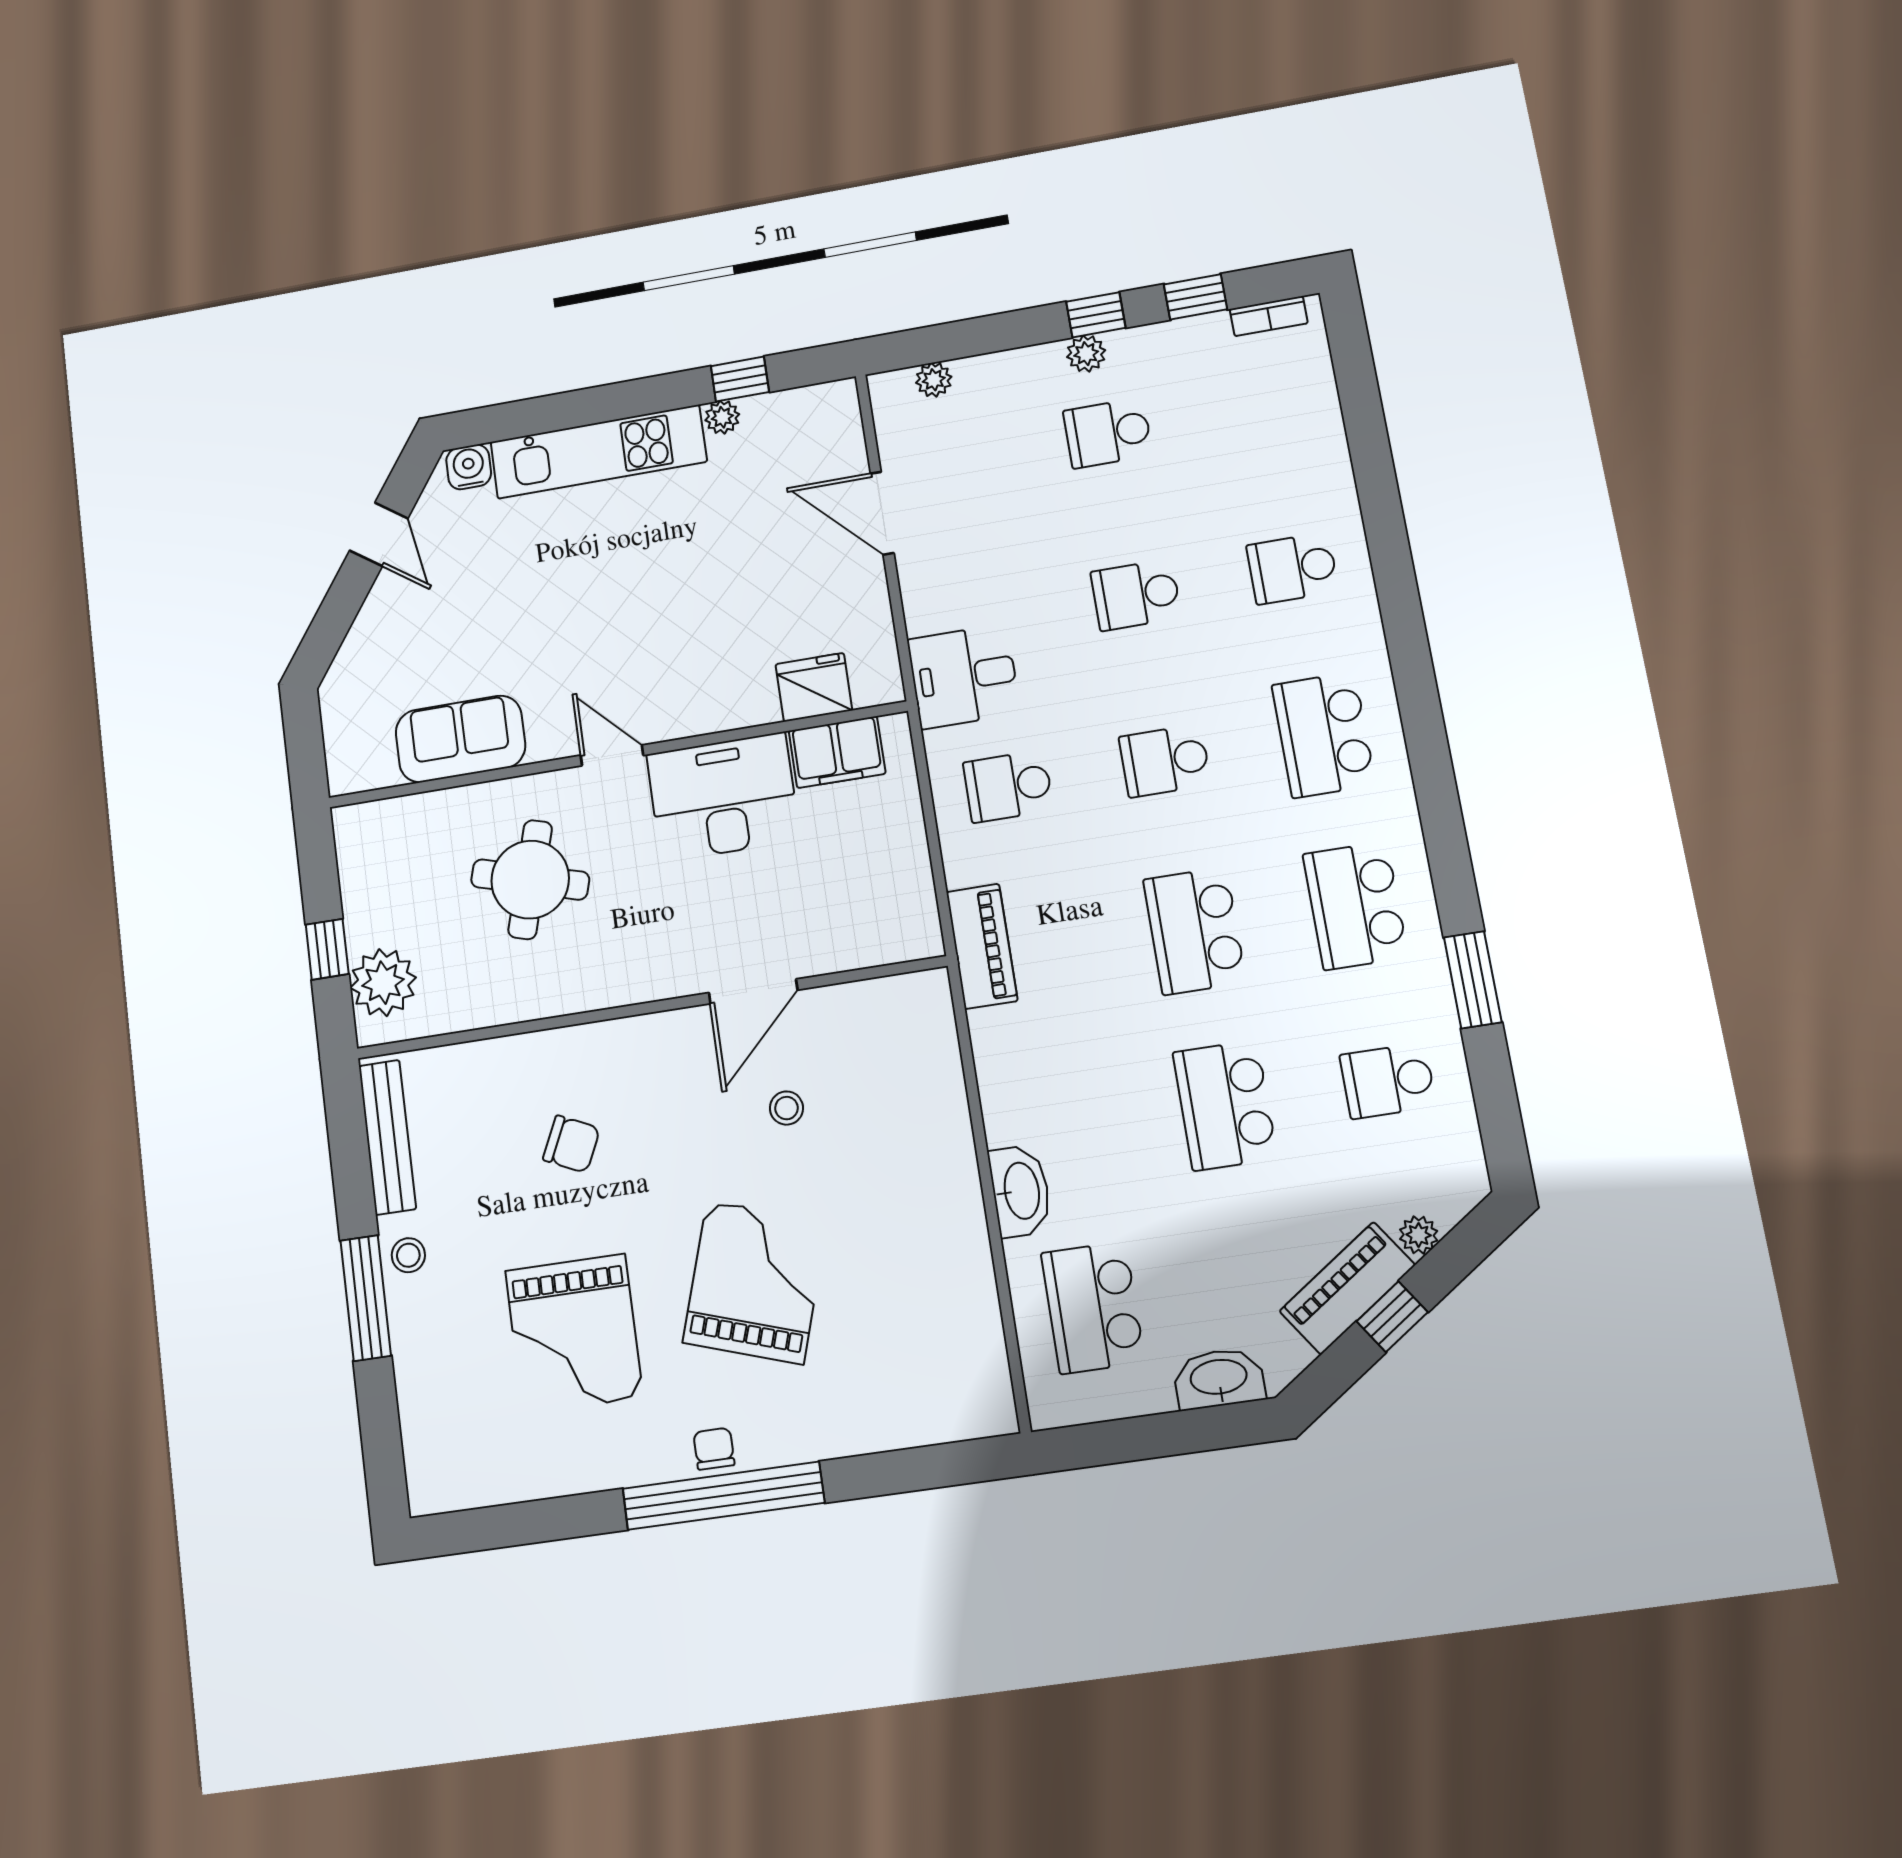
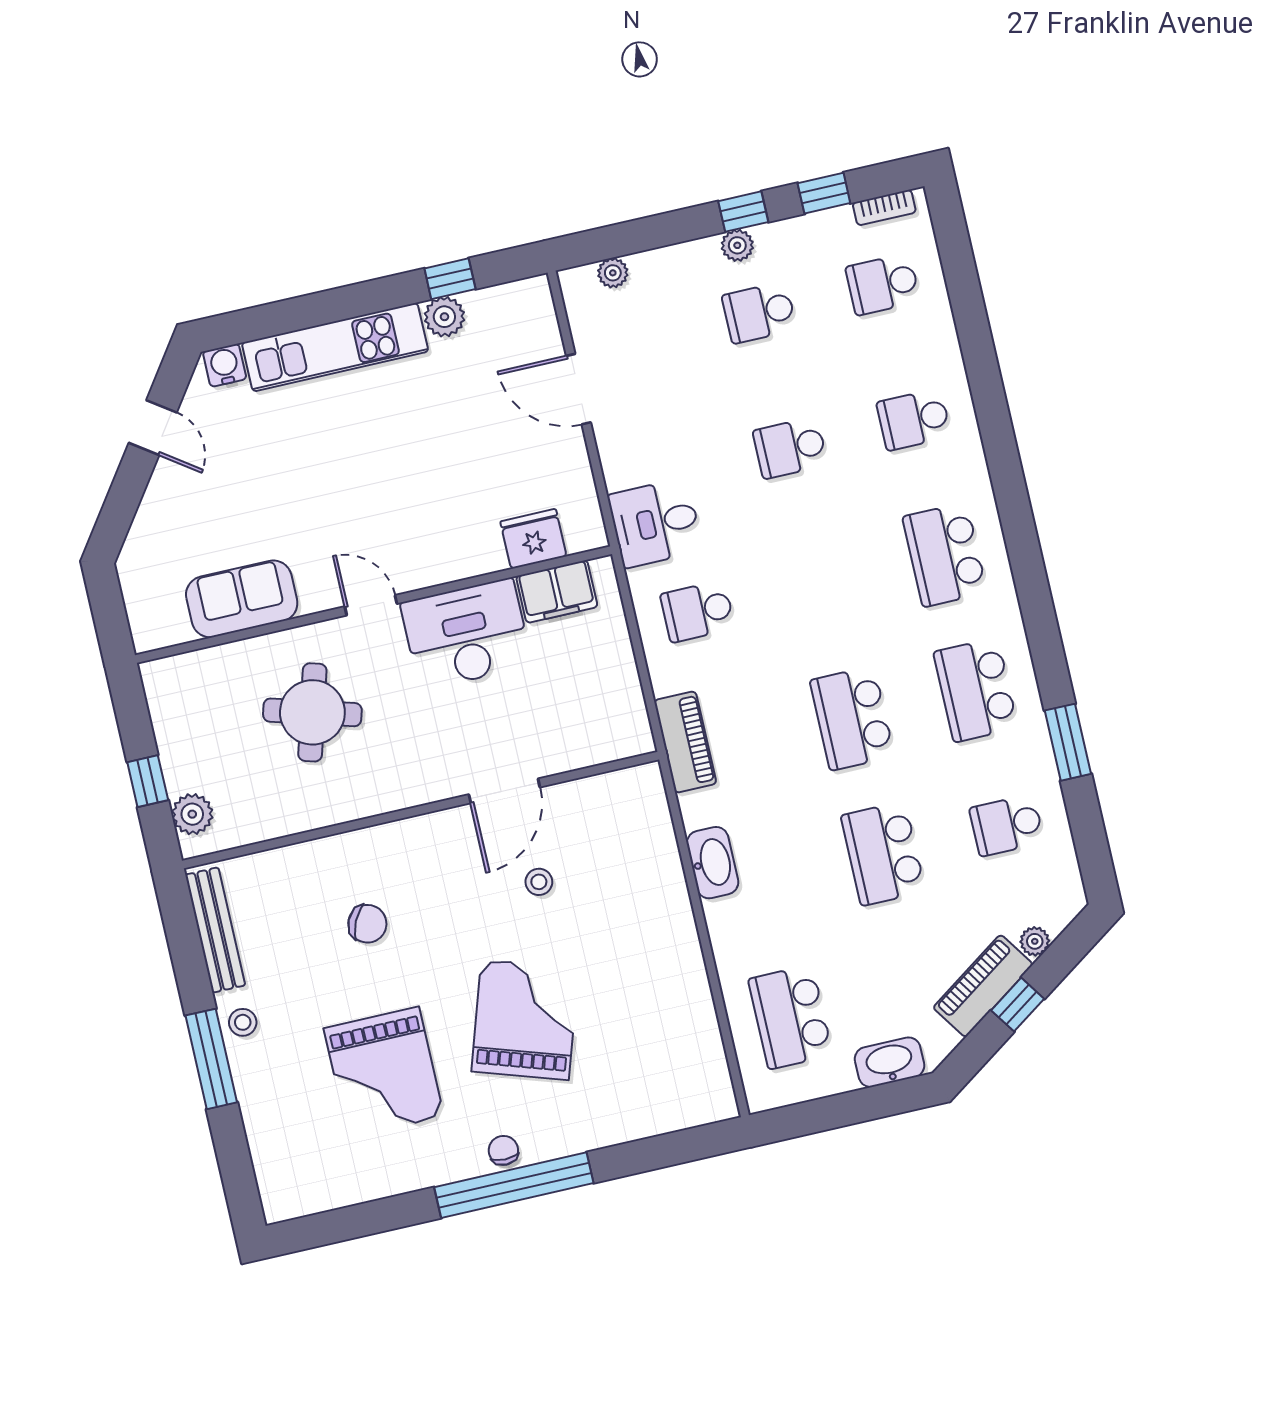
plant: (722, 417) -> (444, 317), width x1.38, depth x1.38
school desk: (1165, 761) -> (883, 284), moved
plant: (383, 983) -> (192, 814), width x0.73, depth x0.73
washbasin: (1020, 1191) -> (713, 863), moved

